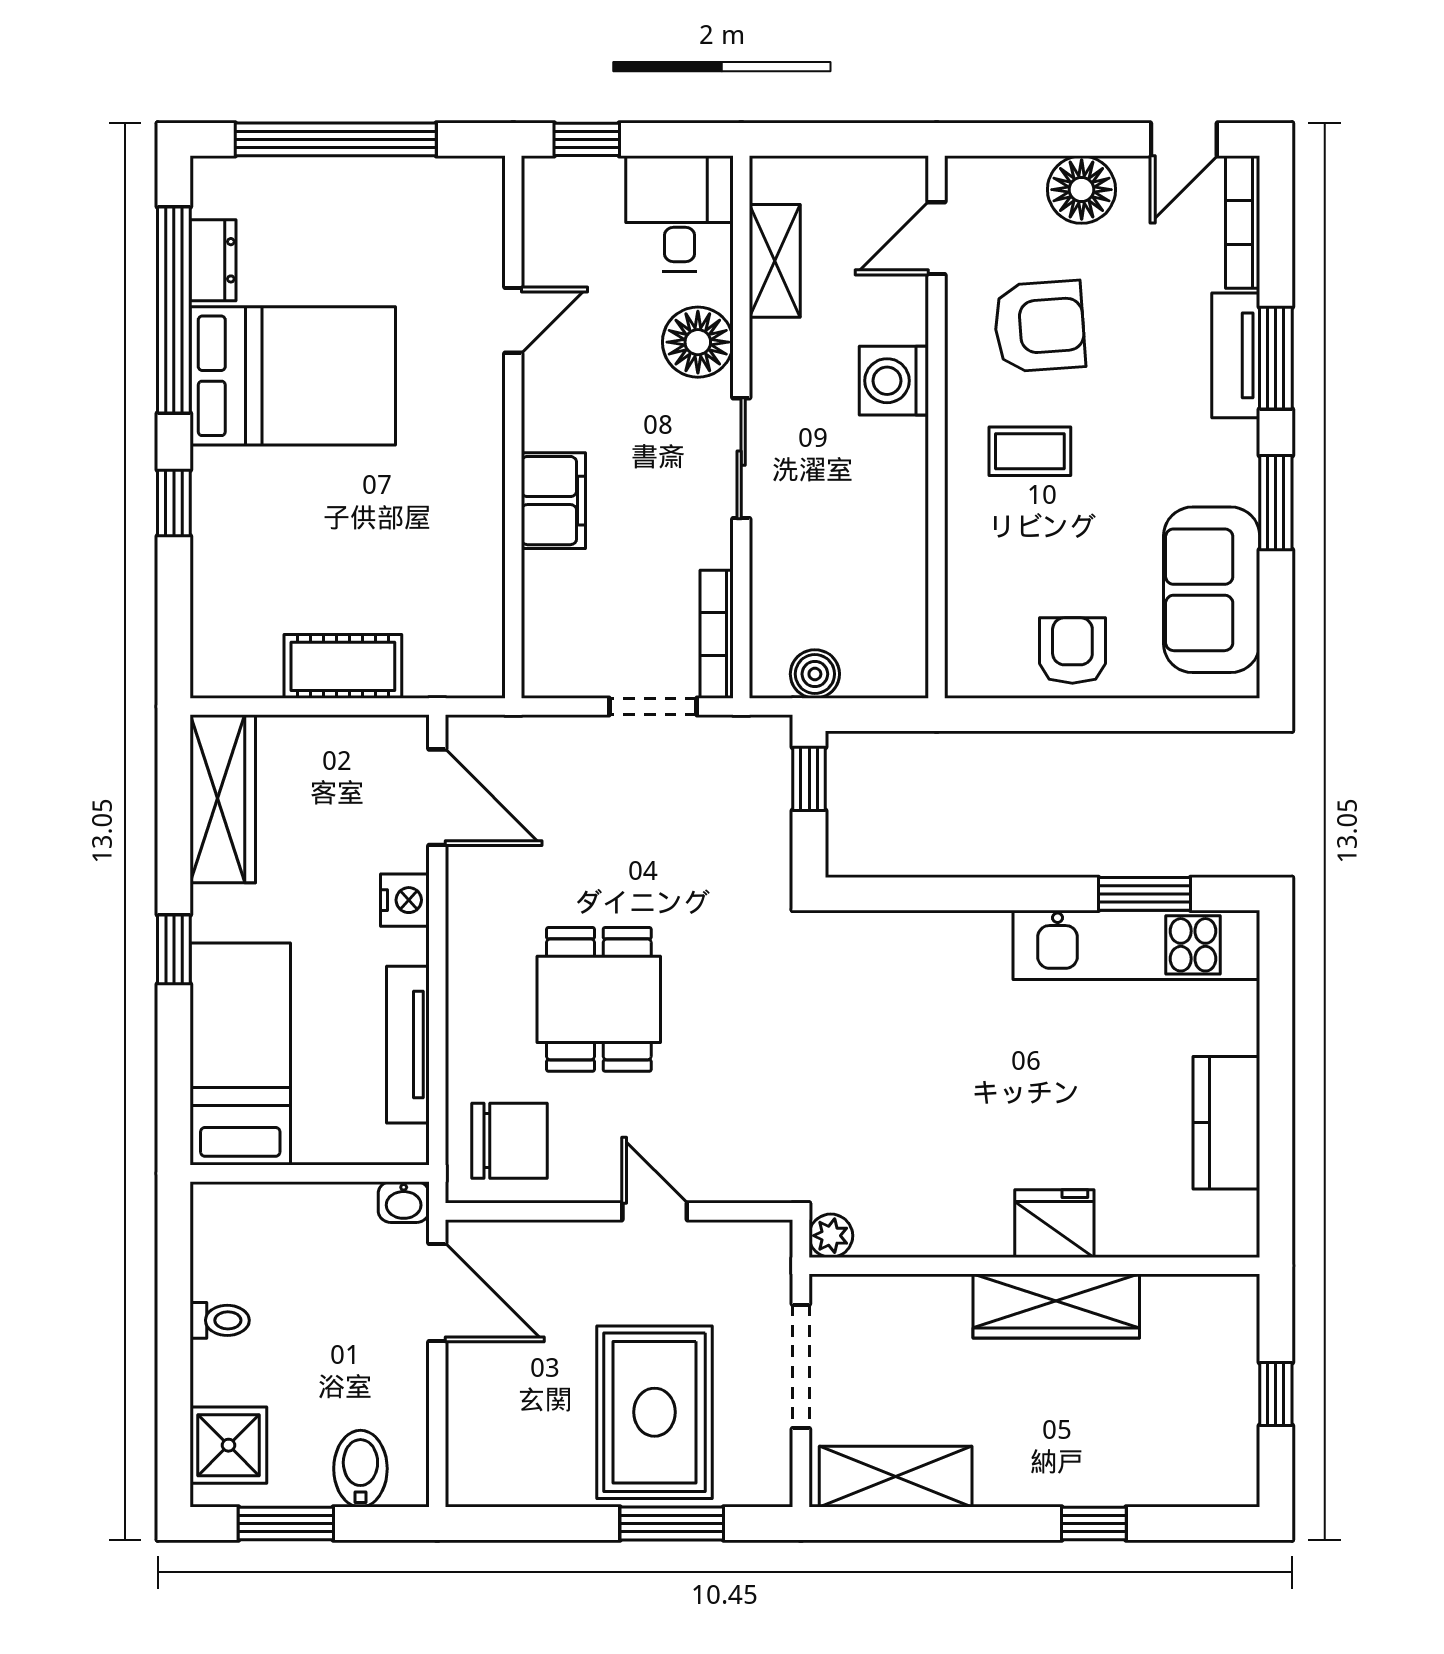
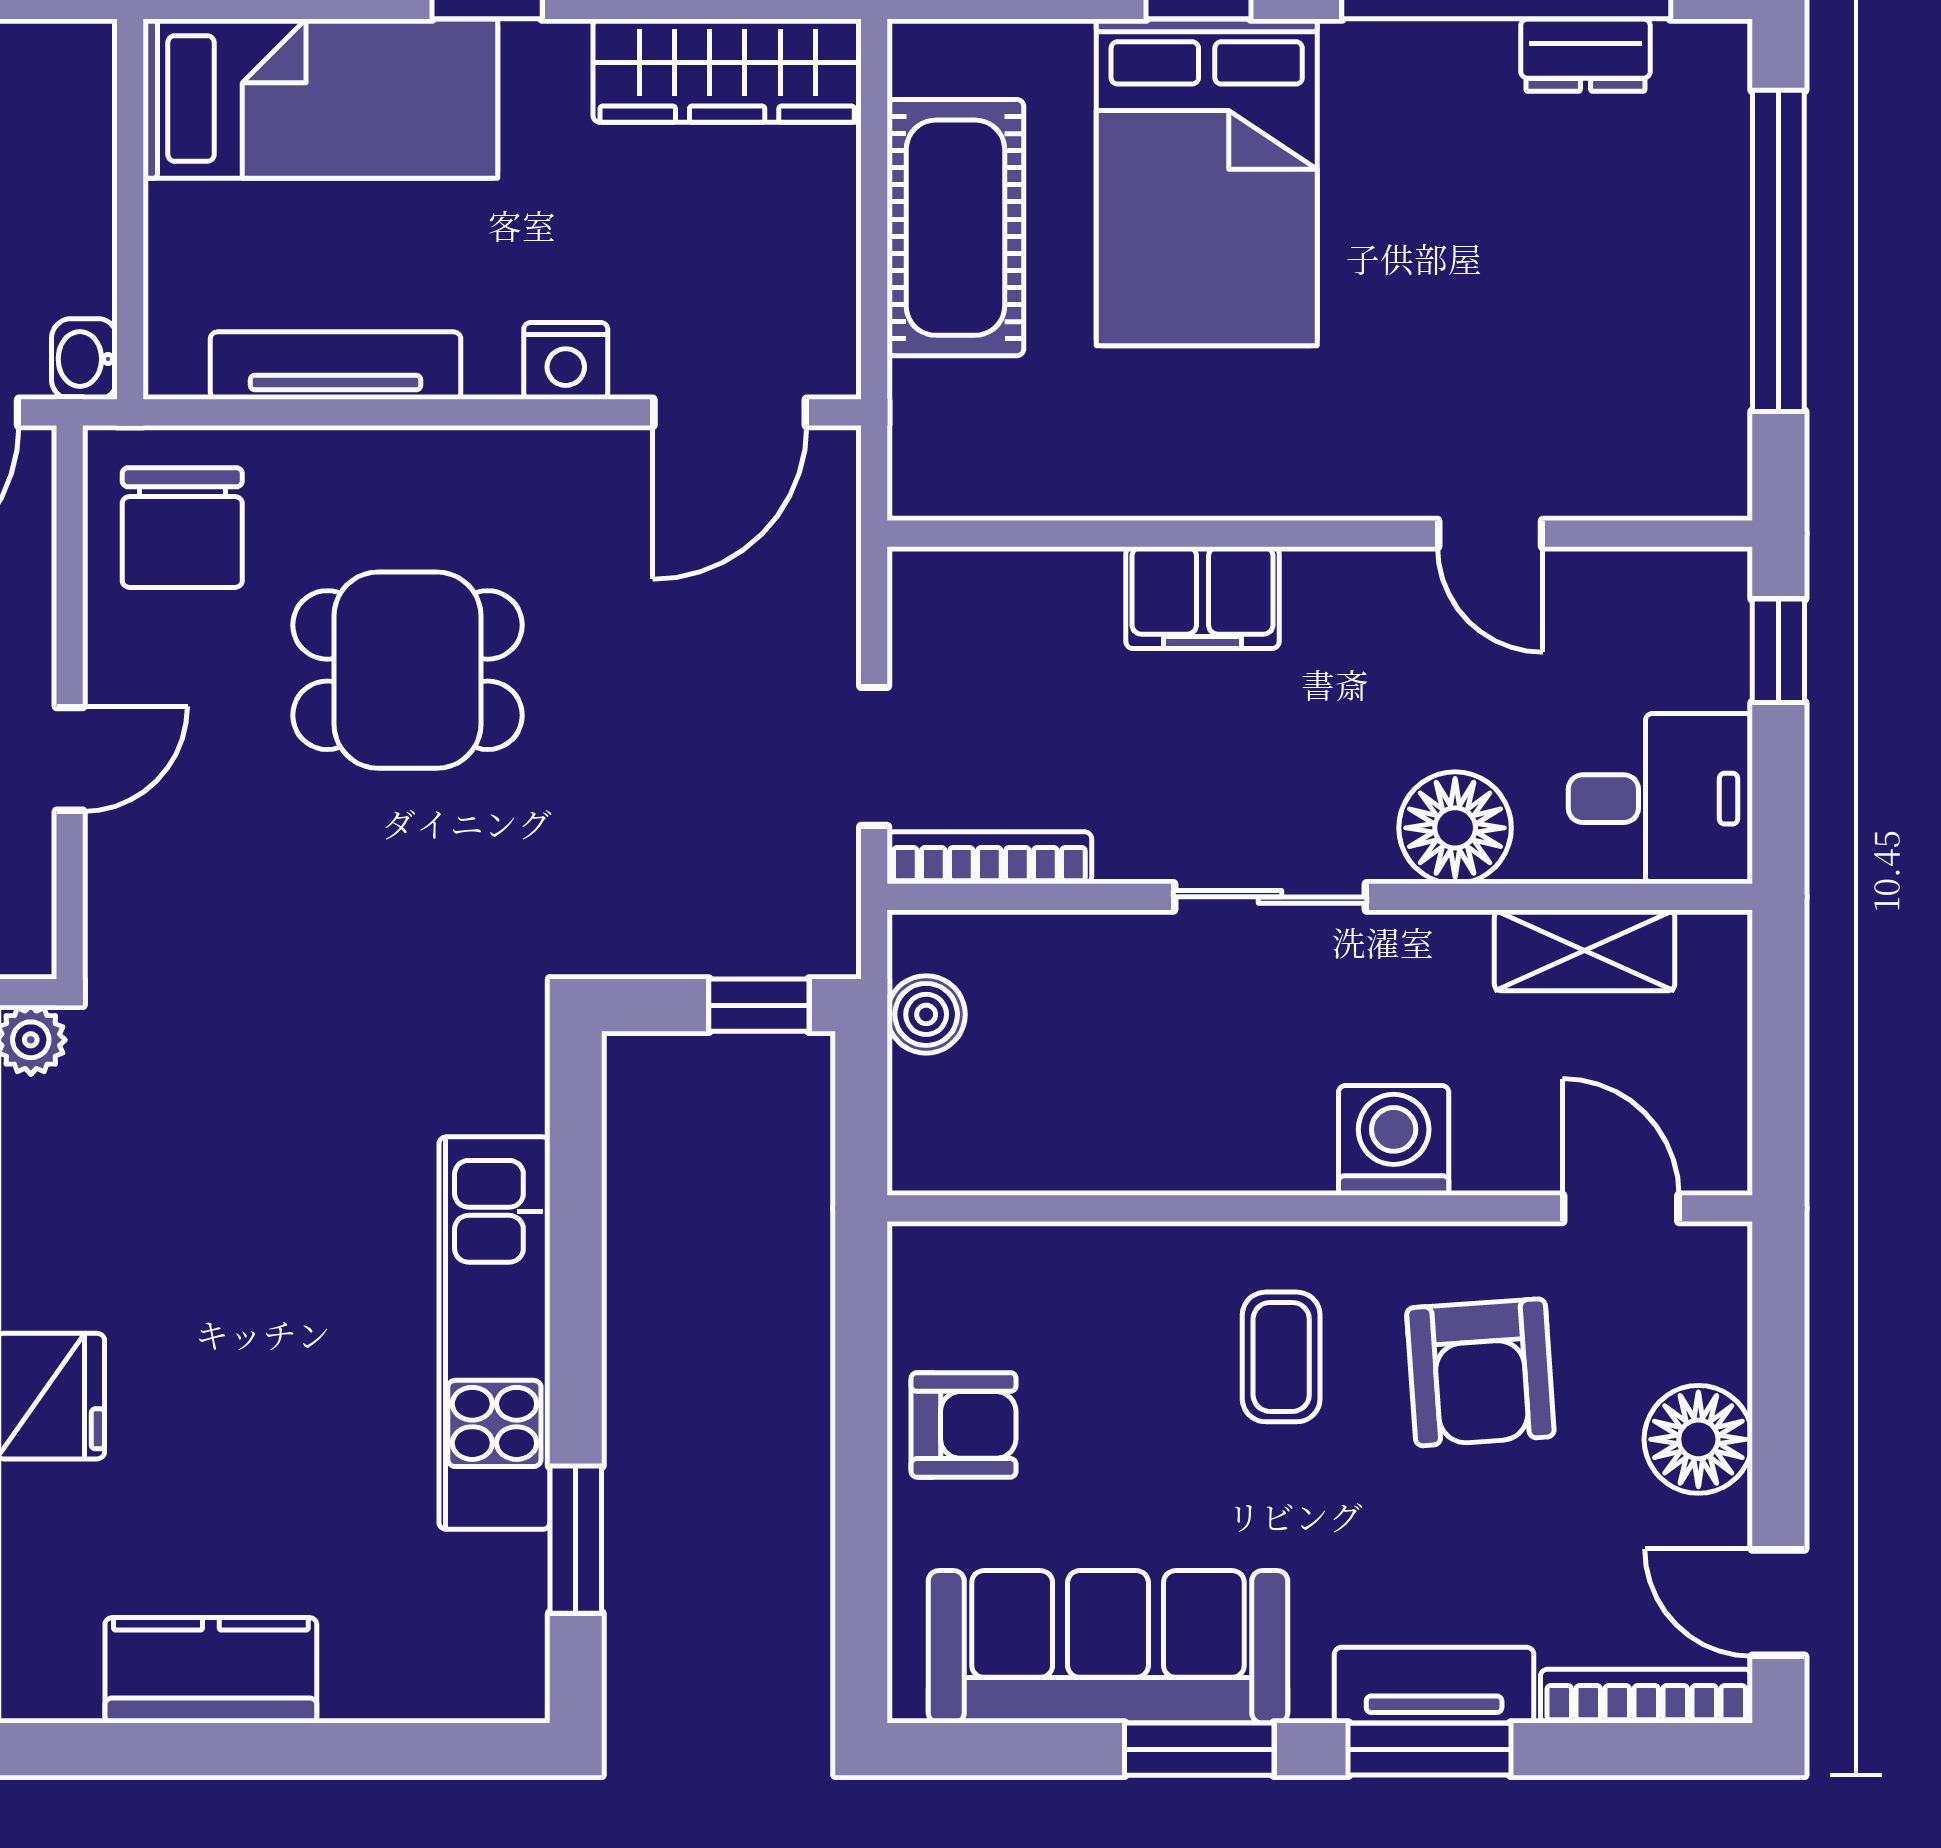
bed: (293, 376) -> (1207, 182), moved
sofa: (1212, 590) -> (1108, 1647), width x1.36
cot: (343, 666) -> (955, 228), width x1.37, depth x1.34
kitchen unit: (1136, 945) -> (494, 1333), moved

